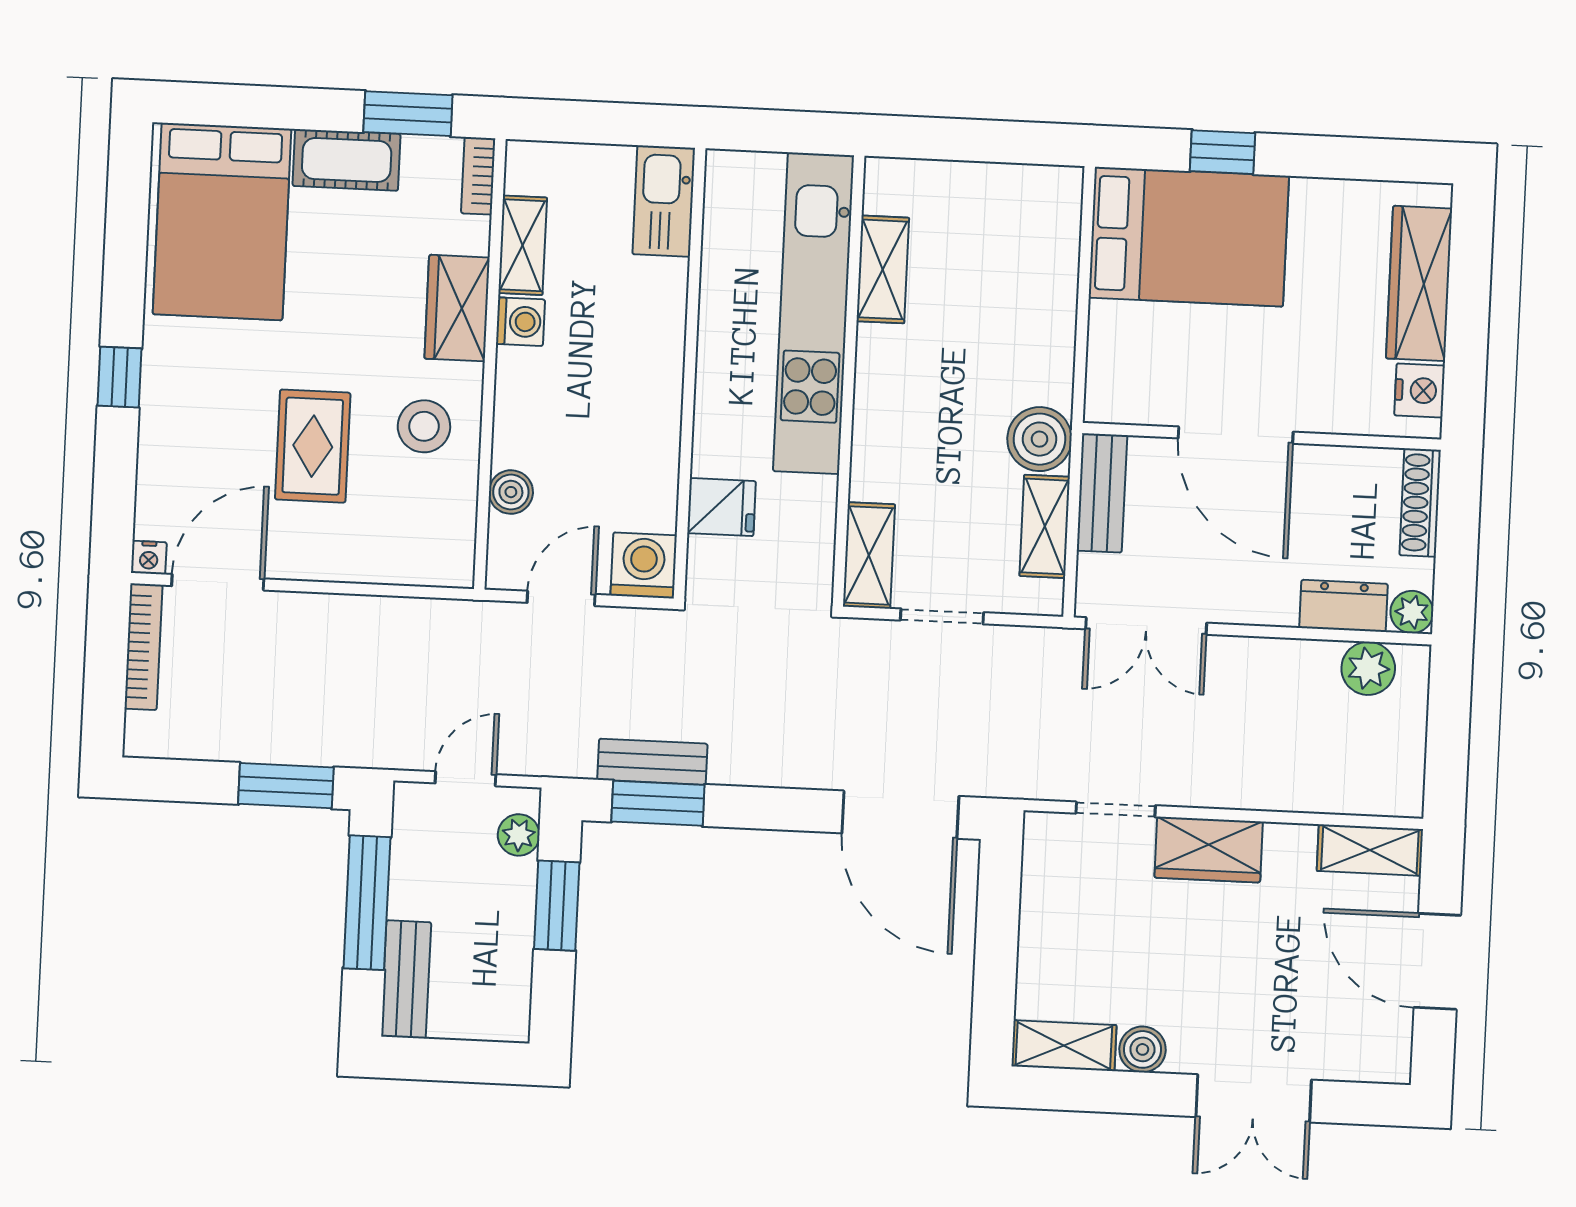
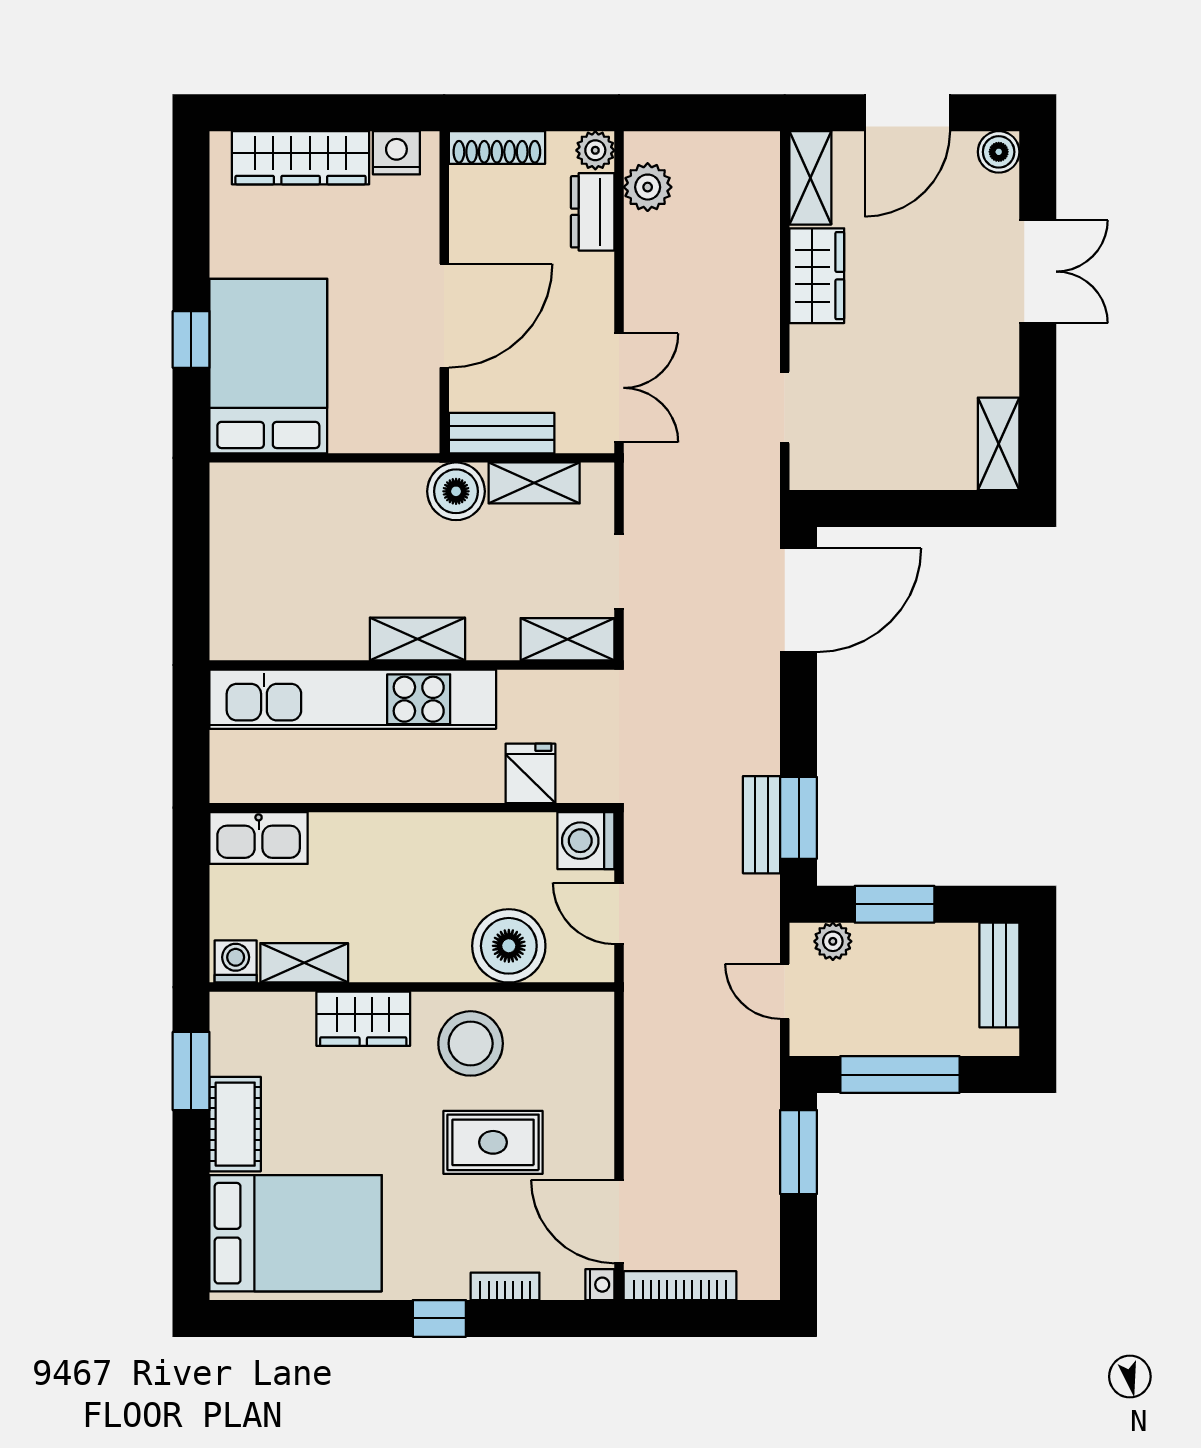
bookcase: (478, 176) -> (505, 1286), moved, turned 180
shelving: (883, 269) -> (417, 639), moved
washing machine: (520, 322) -> (236, 961), moved
stool: (424, 426) -> (471, 1043), width x1.38, depth x1.38
boiler: (511, 492) -> (509, 946), width x1.86, depth x1.86
wardrobe: (1209, 850) -> (817, 276), moved
bench: (406, 979) -> (999, 975), moved, turned 90
boiler: (1142, 1049) -> (999, 152), moved

